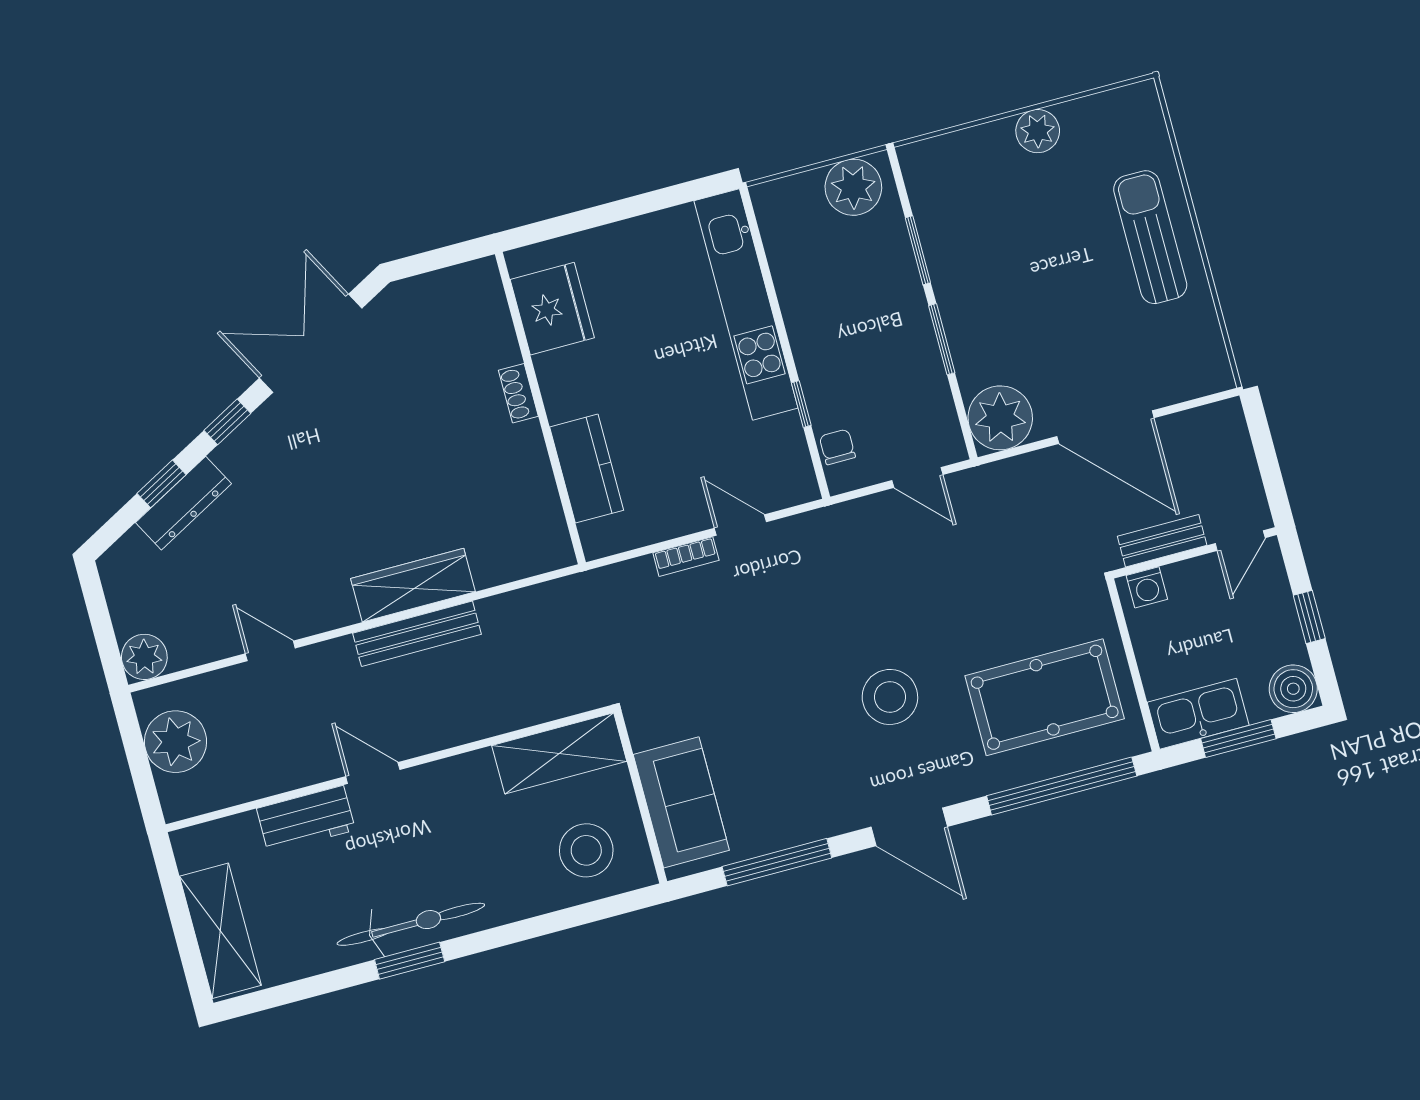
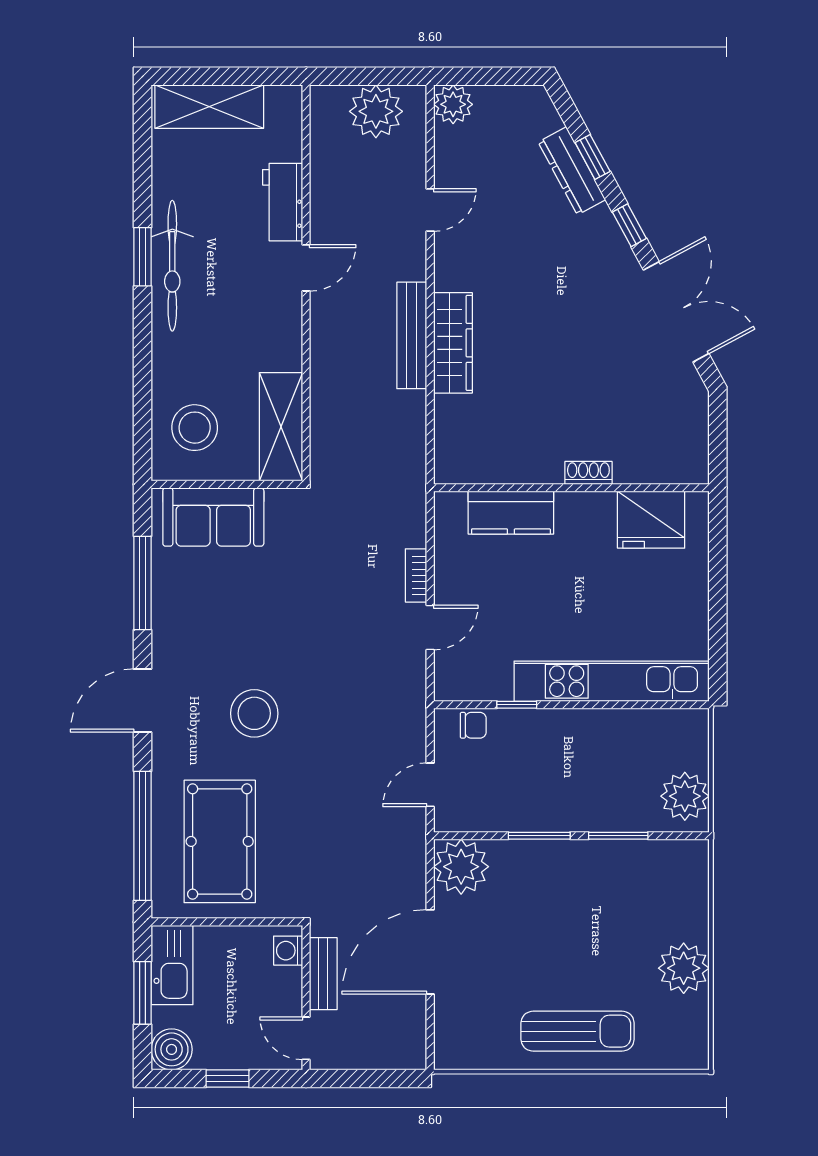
plant: (1038, 131) -> (684, 968), width x1.36, depth x1.36

